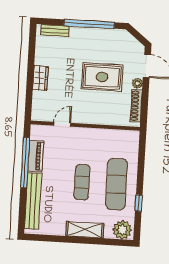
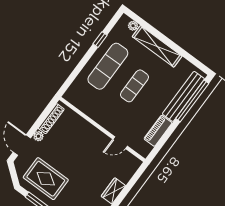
rug: (102, 77) -> (46, 179), moved
window: (25, 163) -> (192, 101), moved
shelving: (85, 230) -> (157, 46), width x1.47
plant: (122, 230) -> (133, 26), width x0.53, depth x0.53

